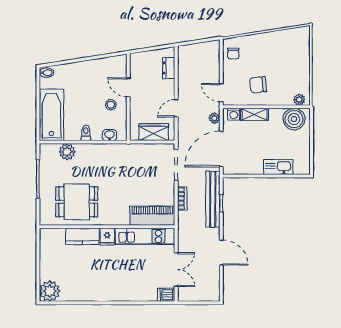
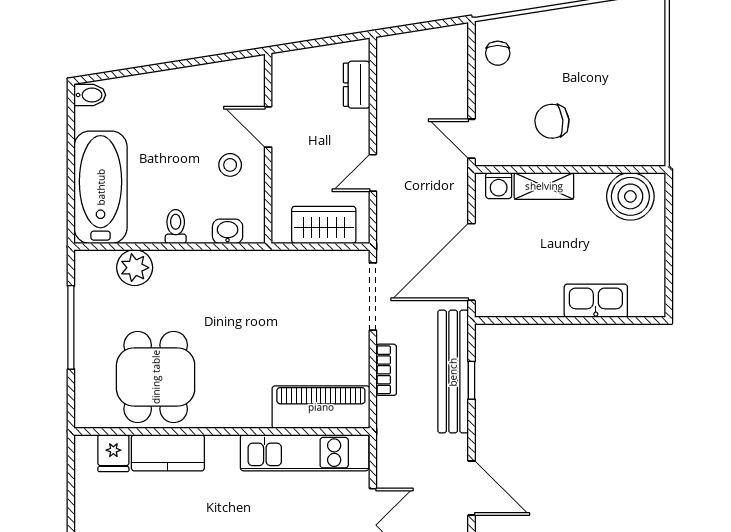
plant: (299, 100) -> (642, 154), removed
plant: (214, 118) -> (457, 194), removed
dining table: (77, 202) -> (156, 377), turned 90
fridge: (107, 237) -> (113, 453), moved

